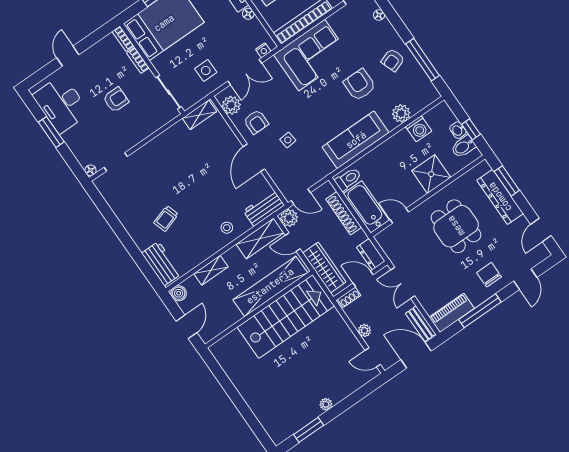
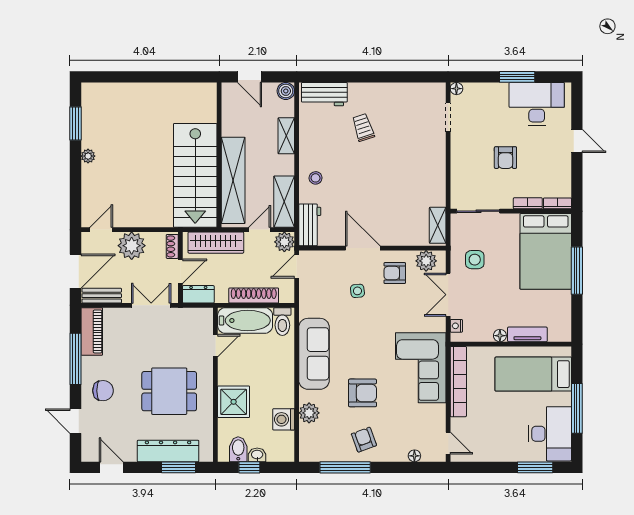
plant: (364, 330) -> (132, 246), width x1.88, depth x1.88

